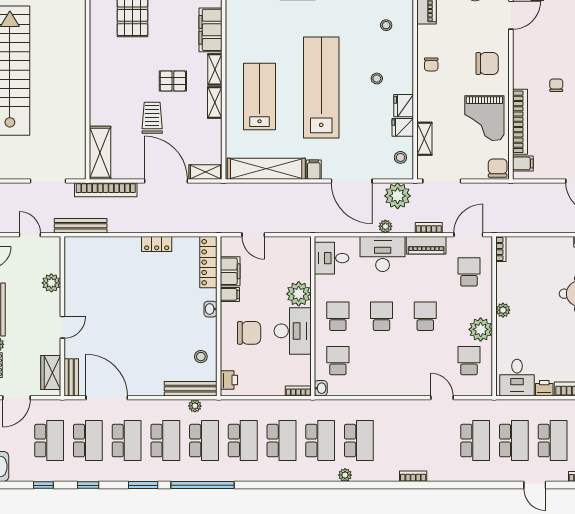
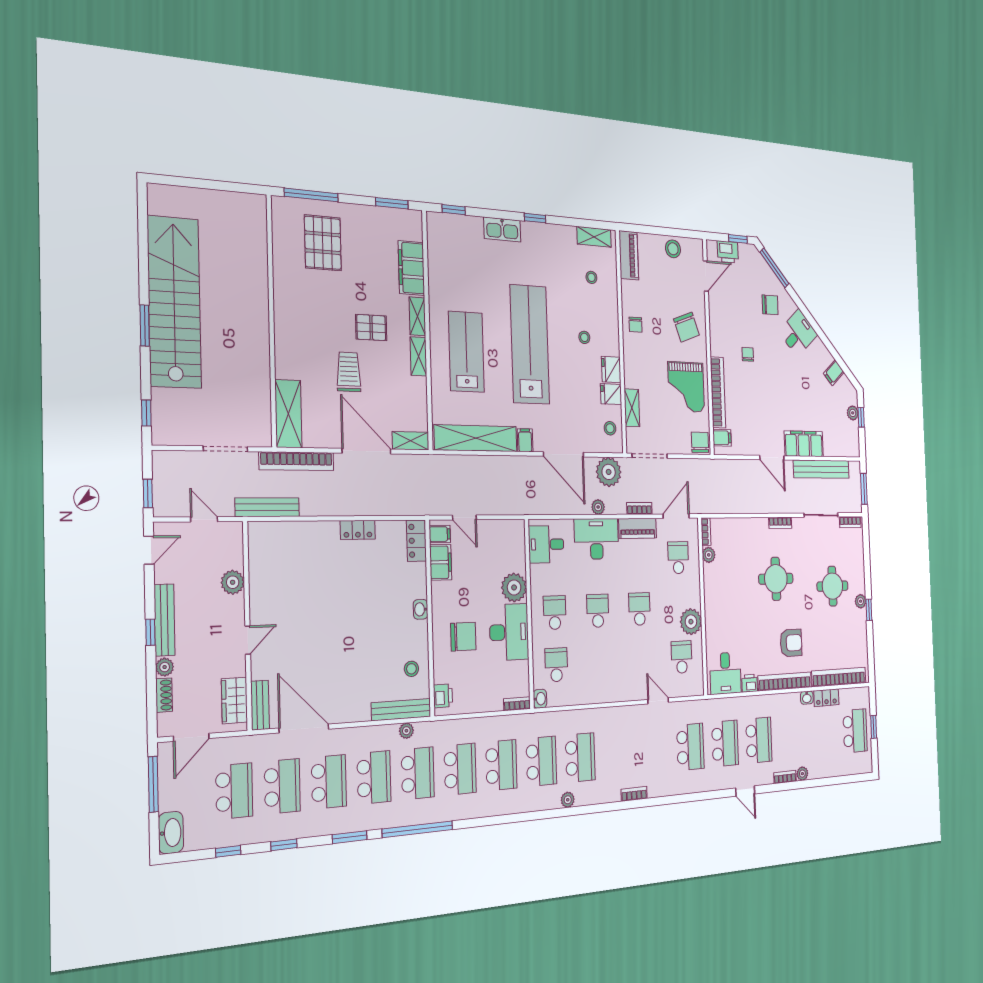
chair: (487, 64) -> (686, 327), turned 70
locker: (208, 262) -> (416, 541), width x0.66
filing cabinet: (230, 294) -> (440, 534), moved
plant: (503, 310) -> (709, 555), moved

